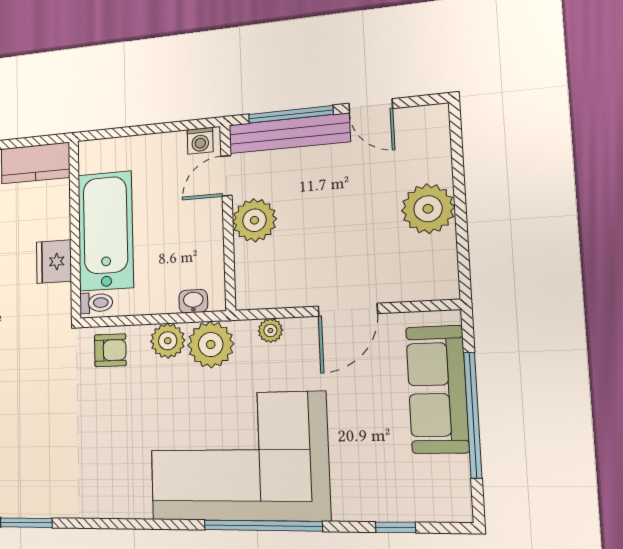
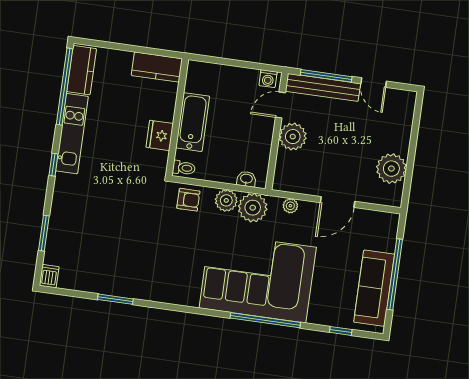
plant: (428, 209) -> (391, 169), moved
bathtub: (106, 231) -> (193, 122), width x0.73, depth x0.73
sofa: (437, 389) -> (374, 288), moved

